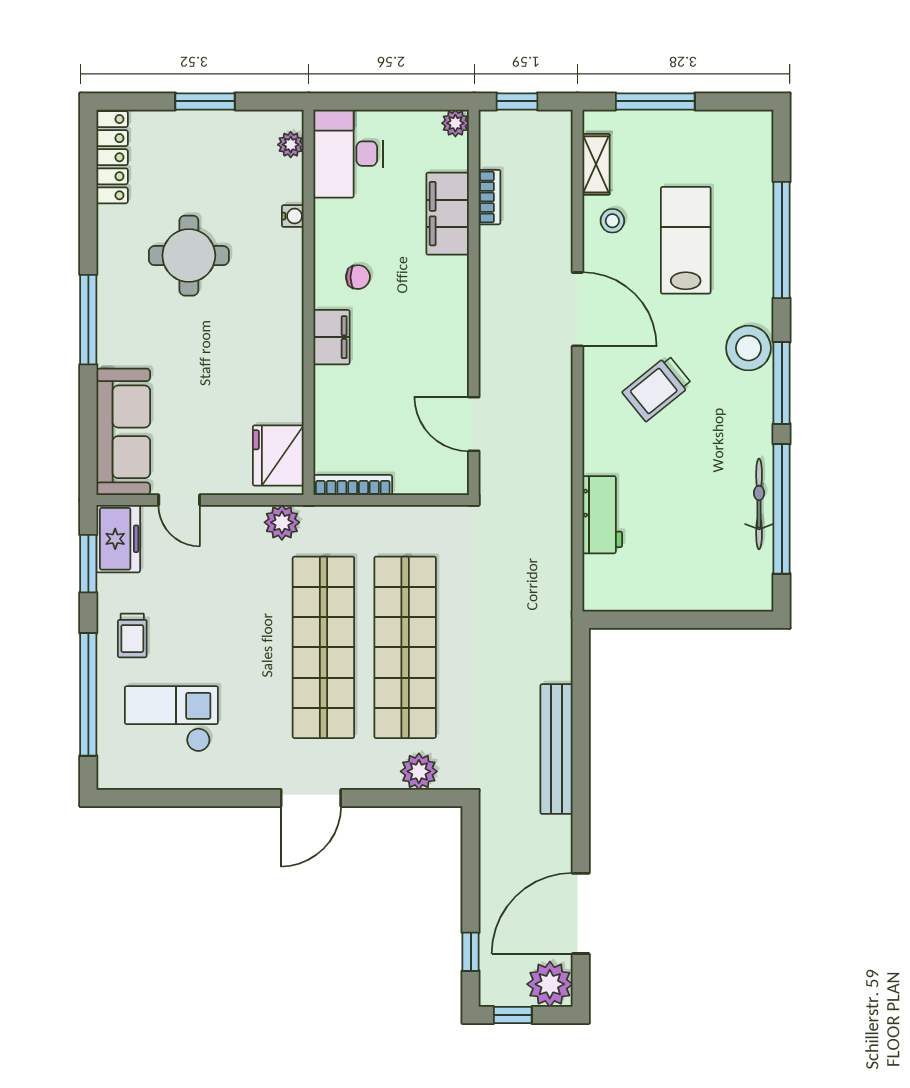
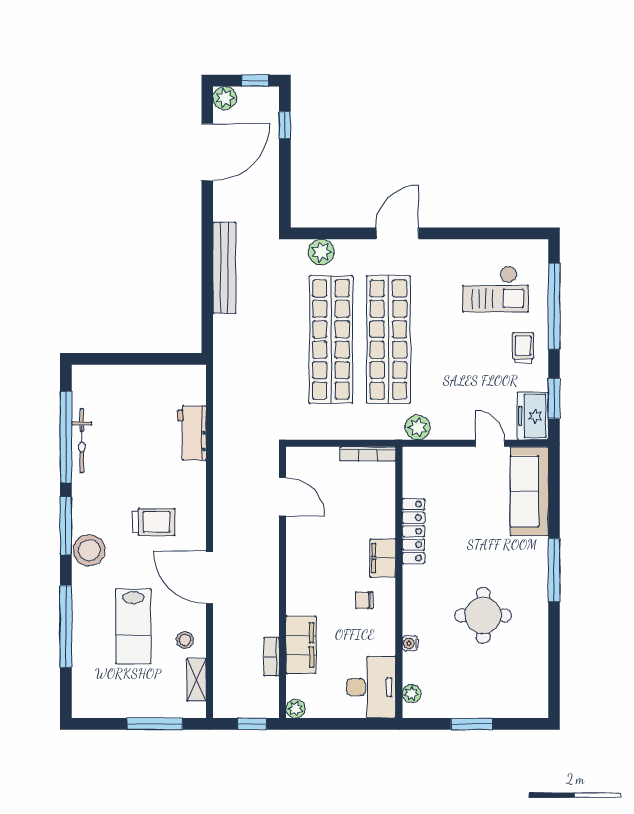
locker: (112, 157) -> (413, 531), moved, turned 180
trolley: (657, 388) -> (154, 522), turned 39
fridge: (278, 455) -> (420, 475), removed
plant: (550, 984) -> (225, 98), width x0.73, depth x0.73

